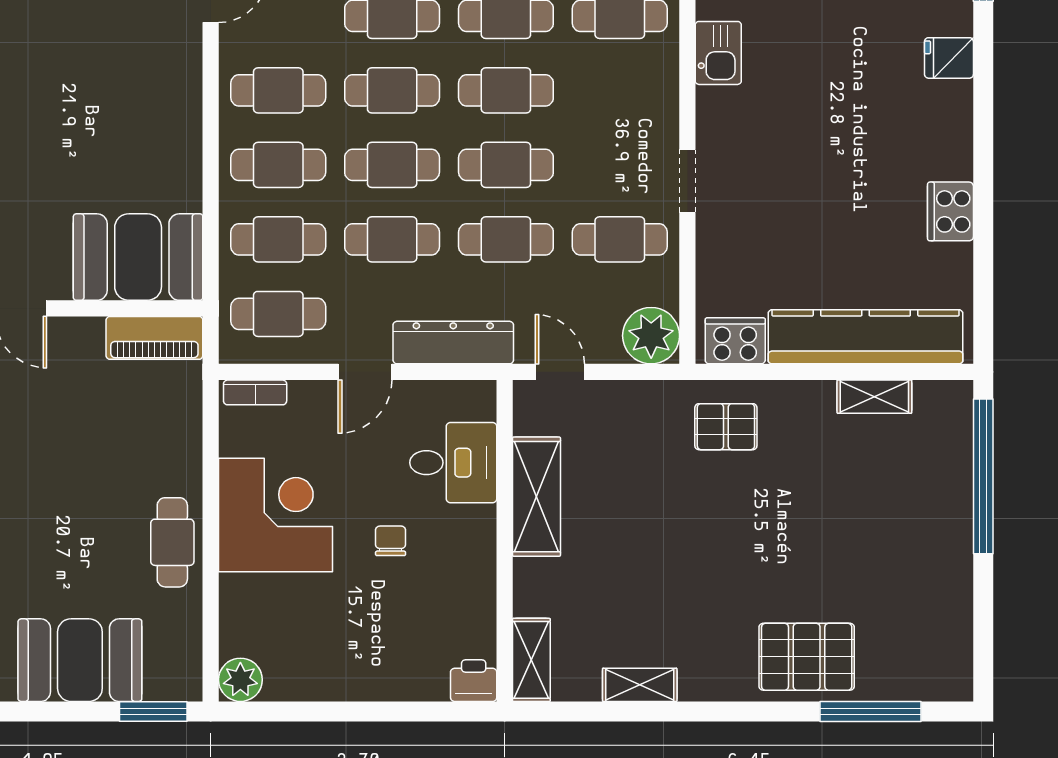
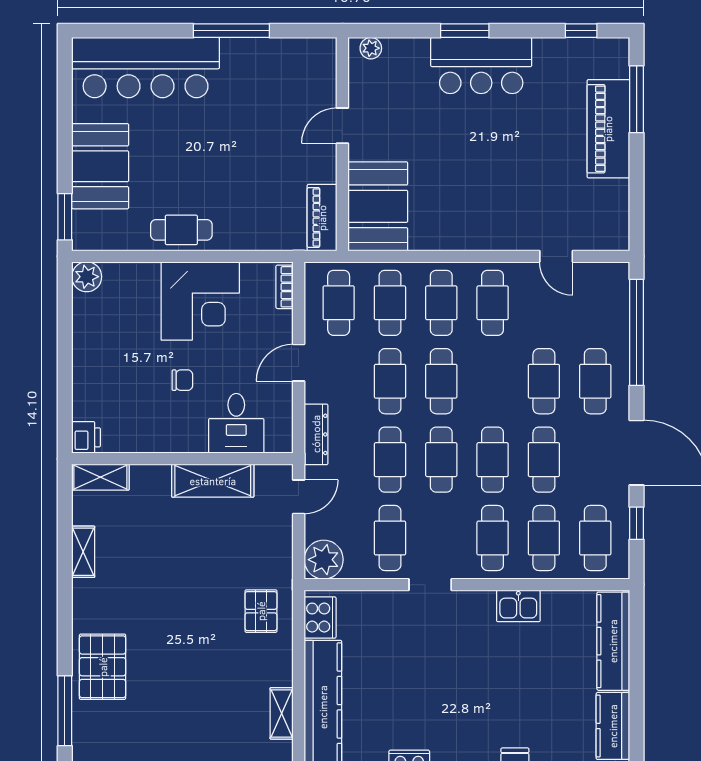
cafe table: (392, 90) -> (493, 538), moved
dresser: (453, 343) -> (316, 434), width x0.73, depth x0.80
door: (365, 372) -> (299, 363), hinge flipped

